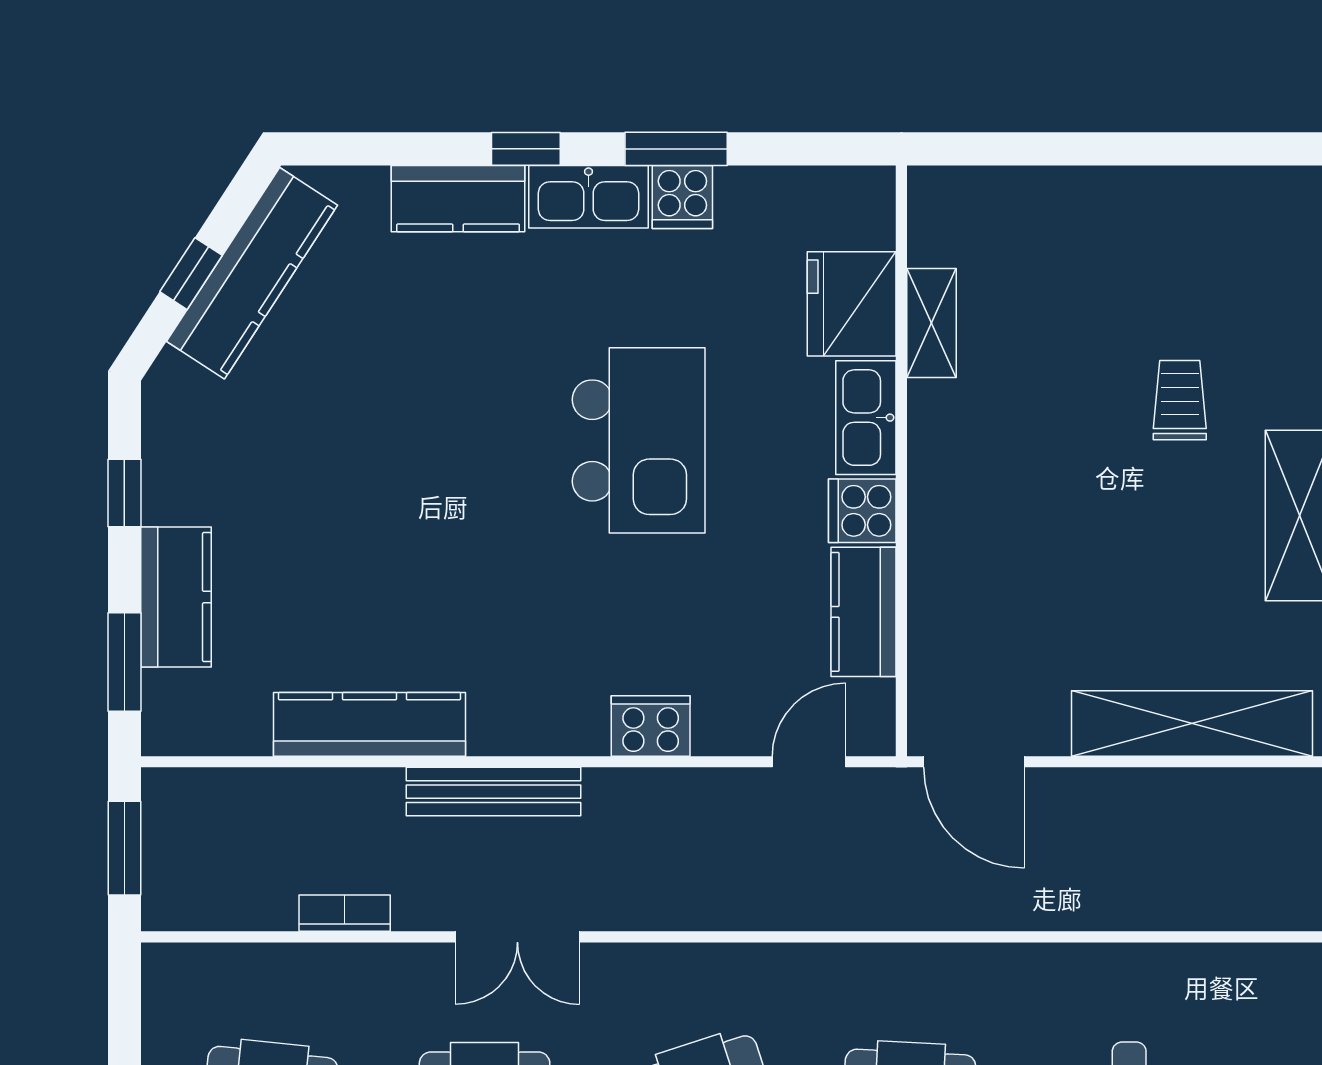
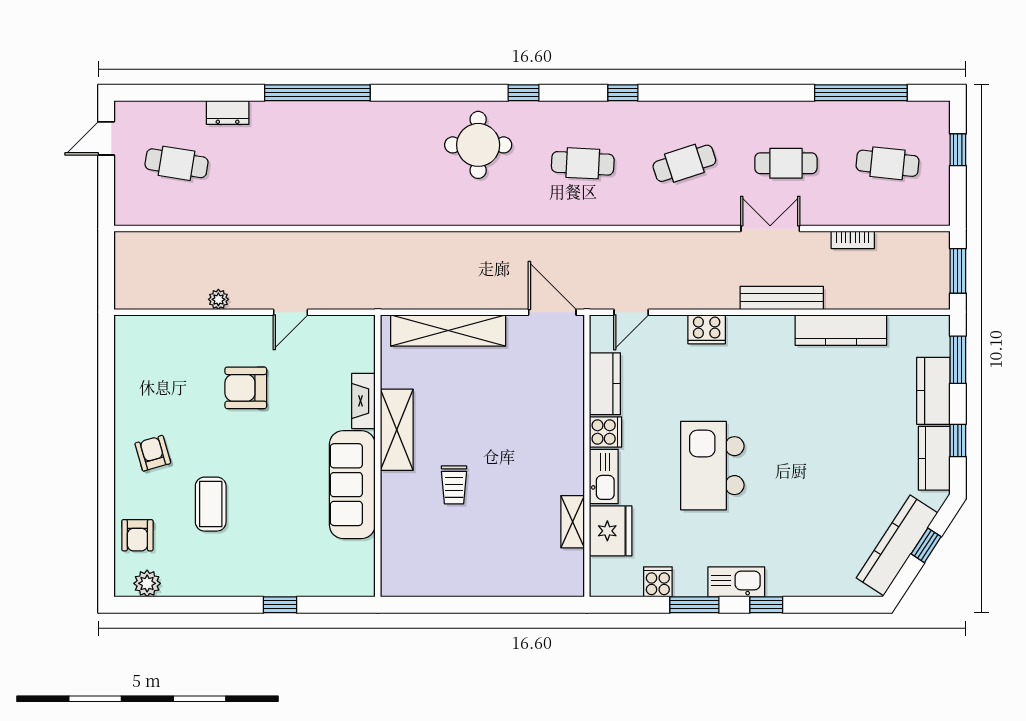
cooker: (682, 197) -> (658, 582), moved
kitchen counter: (458, 199) -> (934, 458), moved, turned -90

